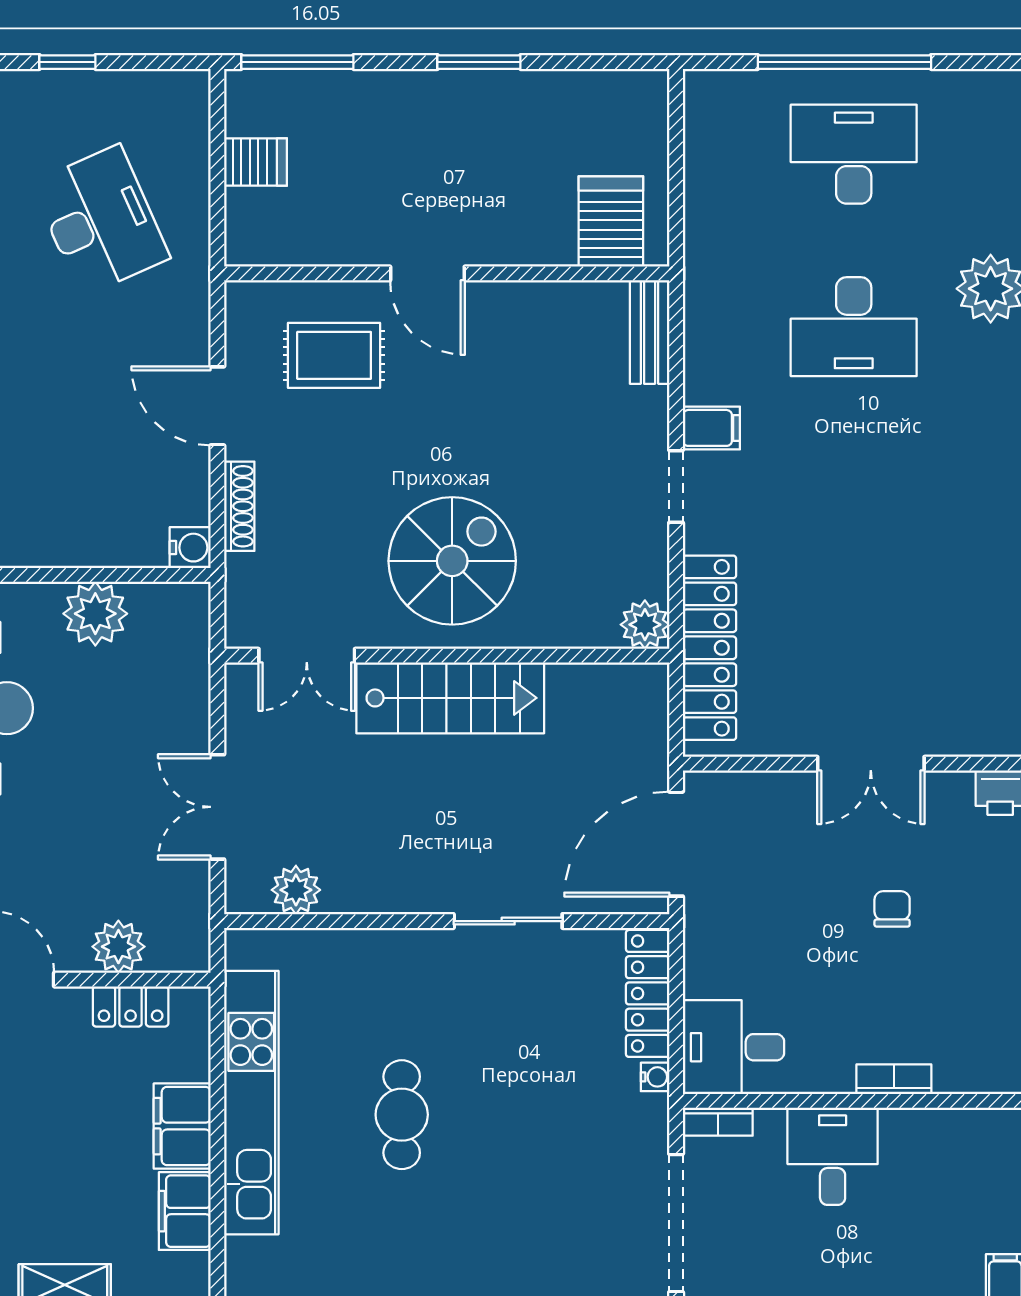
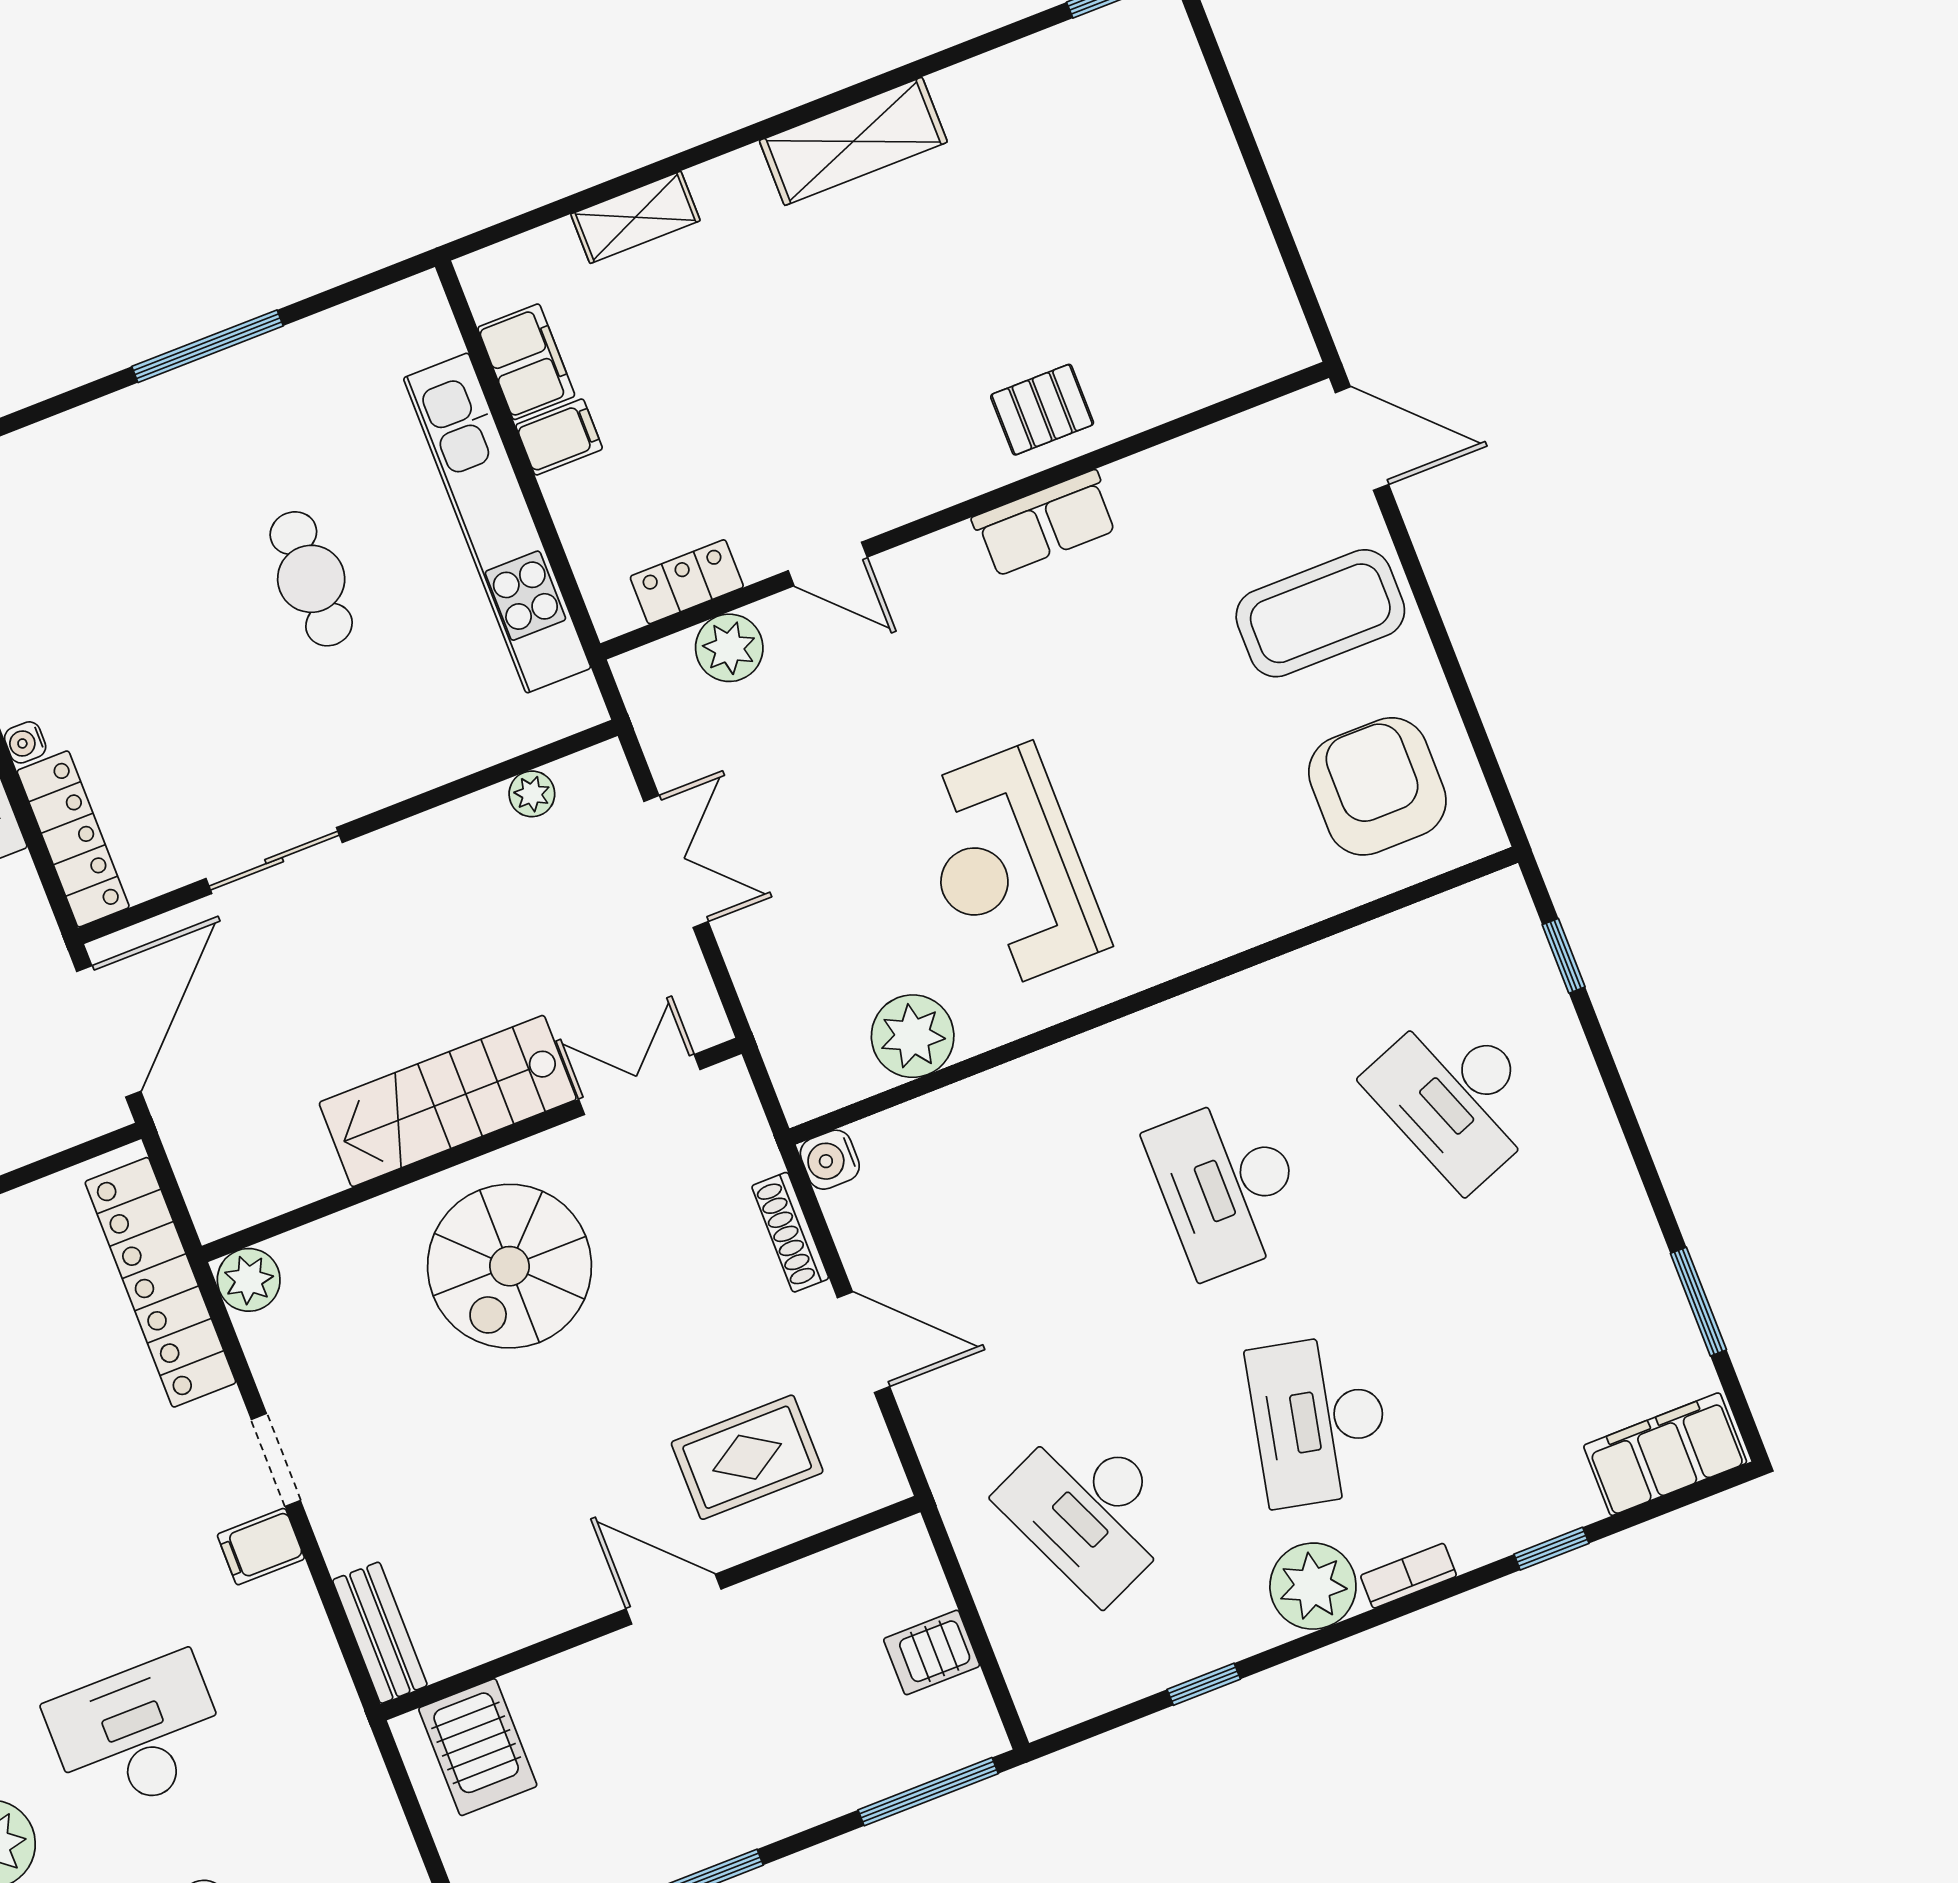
plant: (296, 890) -> (532, 794), width x0.73, depth x0.73
filing cabinet: (182, 1126) -> (559, 437), width x0.50

